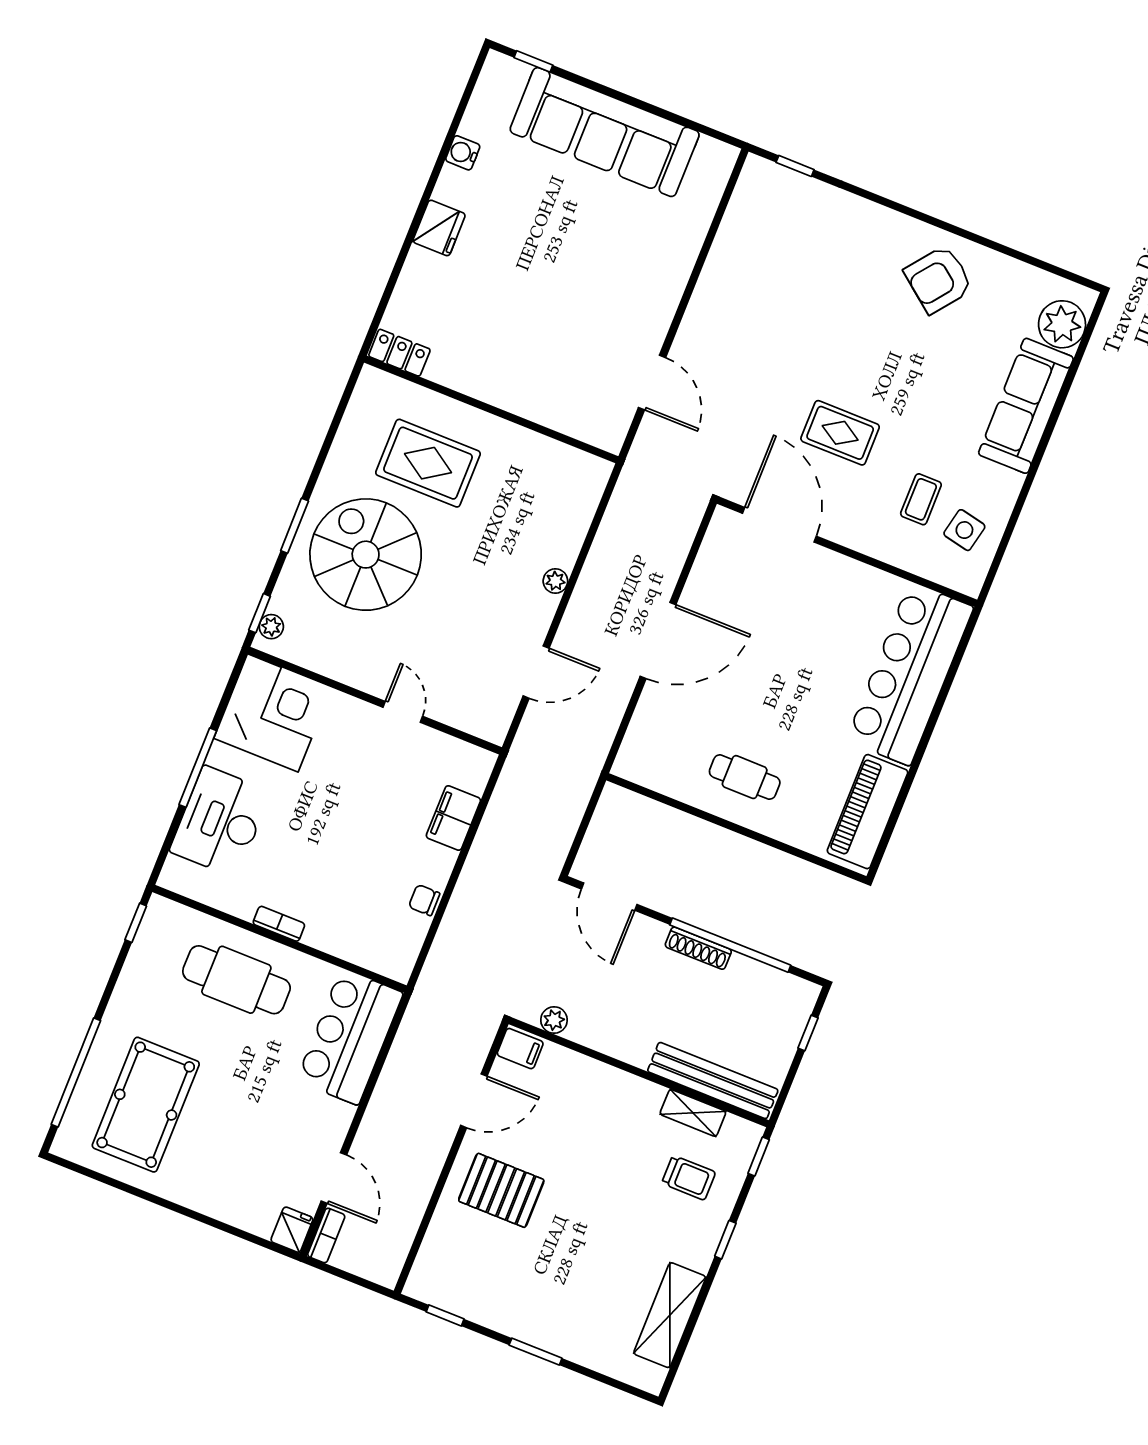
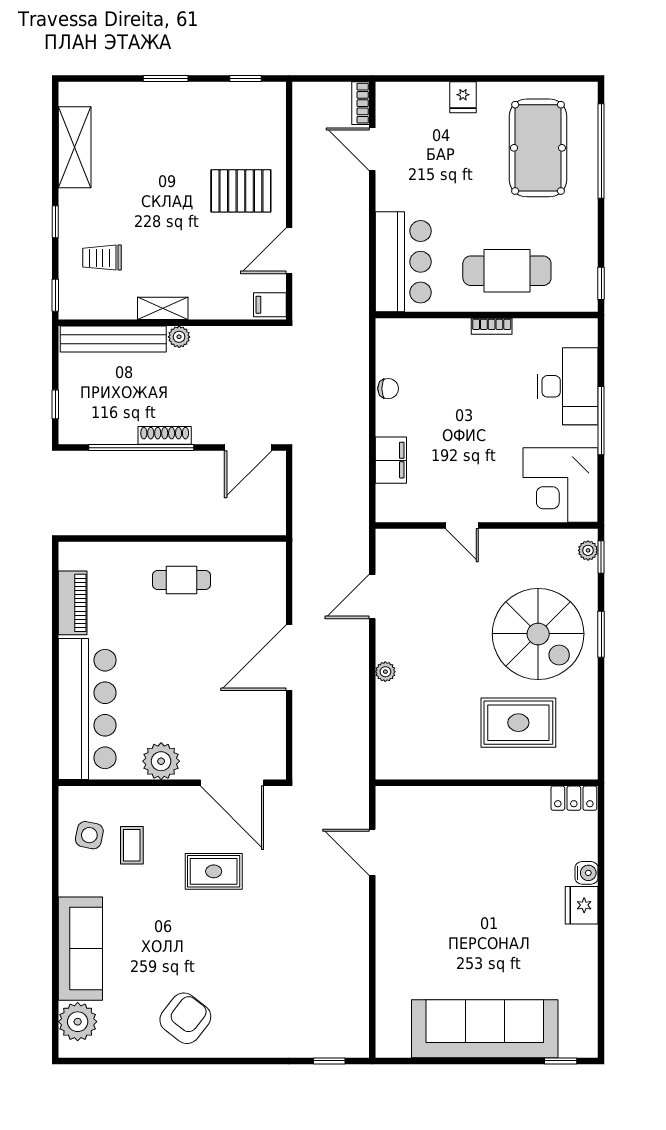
water cooler: (463, 153) -> (586, 873), moved
plant: (850, 581) -> (161, 761), added
piano: (868, 812) -> (73, 603), width x0.73, depth x0.75
door: (609, 897) -> (248, 448), swing flipped
plant: (554, 1020) -> (179, 337), moved
shelving: (693, 1113) -> (163, 308), moved
fridge: (292, 1230) -> (463, 97), moved

